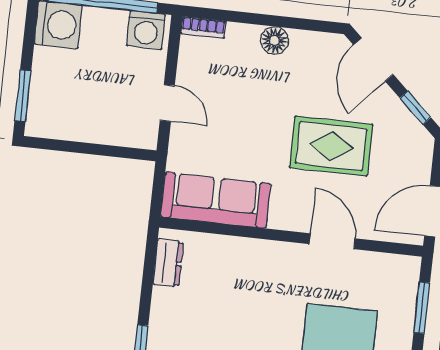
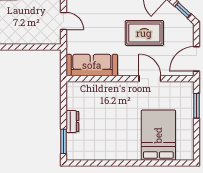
dresser: (168, 263) -> (72, 121), moved

